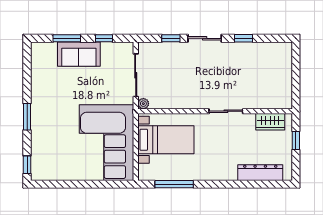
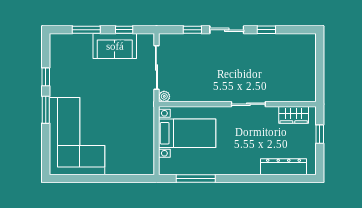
sofa: (79, 54) -> (115, 46), moved
corner sofa: (106, 143) -> (77, 136), moved, turned 180
window: (27, 165) -> (46, 77), moved

